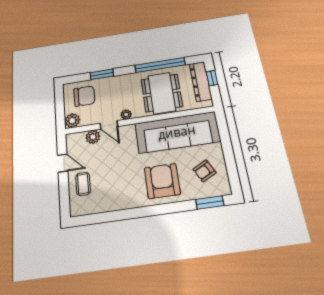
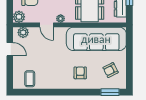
plant: (93, 137) -> (23, 32), moved
armchair: (162, 181) -> (80, 73), width x0.53, depth x0.53
coffee table: (83, 184) -> (30, 79), moved

